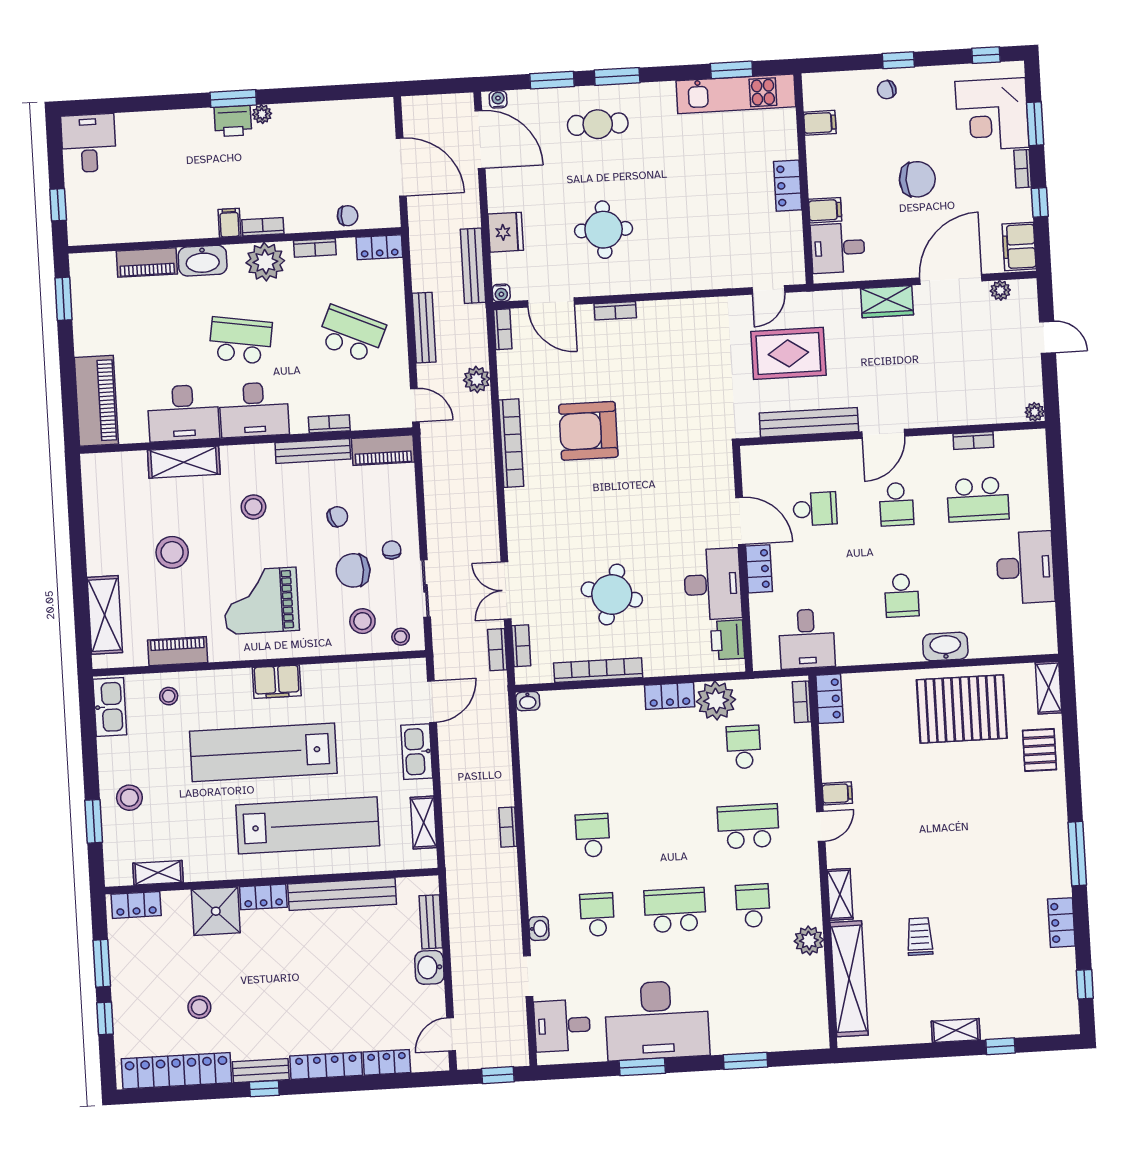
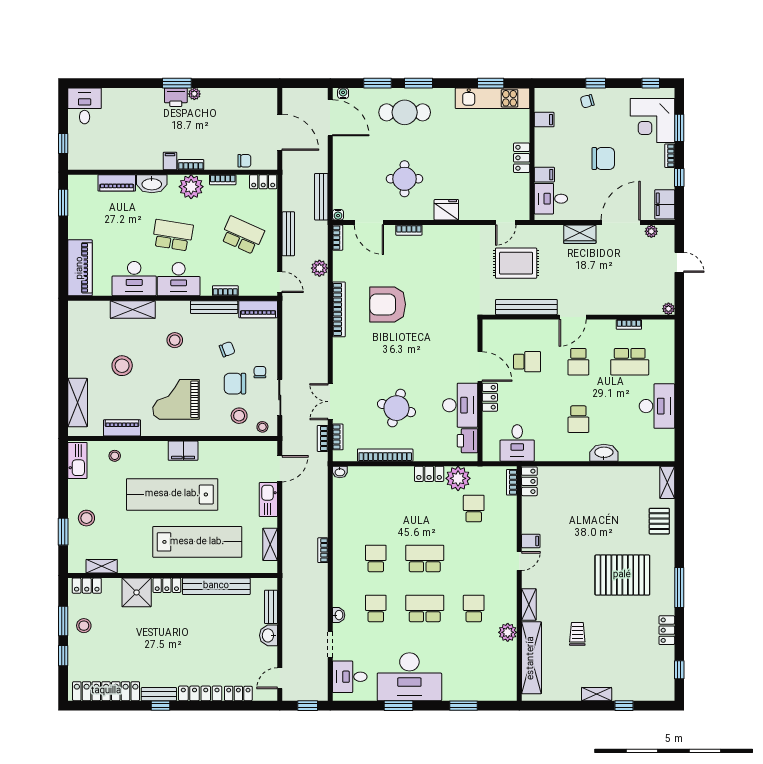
cafe table: (598, 124) -> (405, 112), width x1.37, depth x1.35
fridge: (506, 232) -> (446, 210), moved, turned -90
pallet: (962, 709) -> (622, 575), moved
school desk: (748, 826) -> (425, 558), moved
stool: (199, 1007) -> (84, 626), moved

